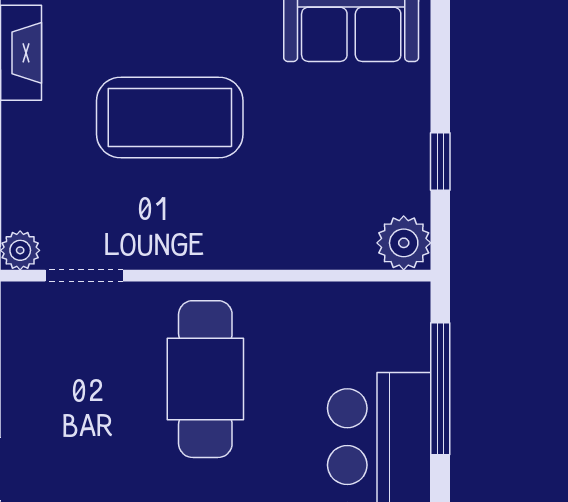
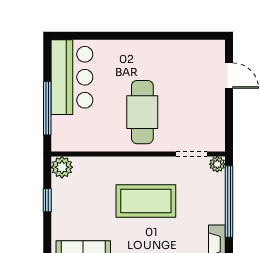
coffee table: (170, 118) -> (146, 201), moved

